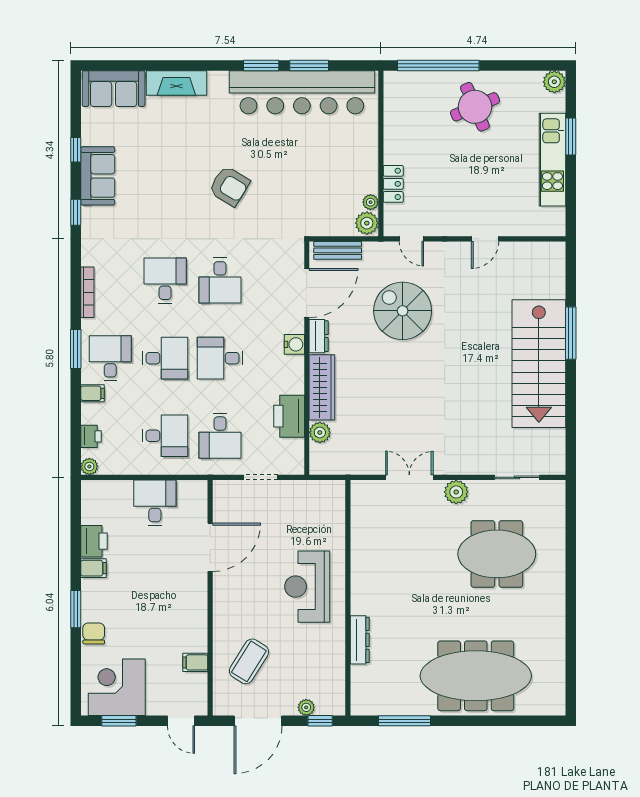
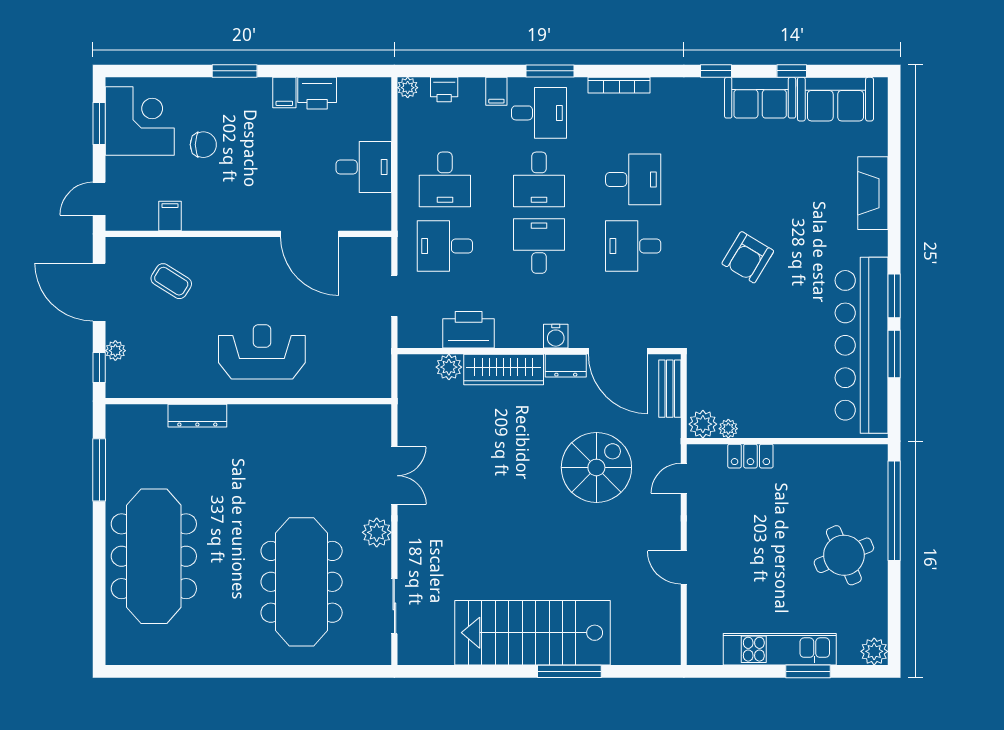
sofa: (114, 89) -> (835, 99), moved, turned -90
meeting table: (497, 554) -> (302, 582), width x1.36
chair: (94, 633) -> (203, 145), moved
coffee table: (249, 661) -> (171, 281), width x0.73, depth x0.77

